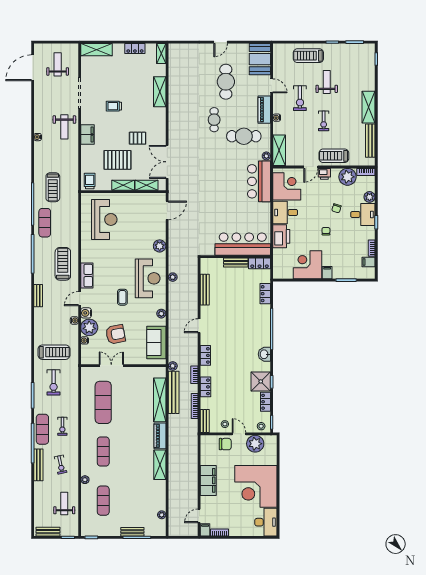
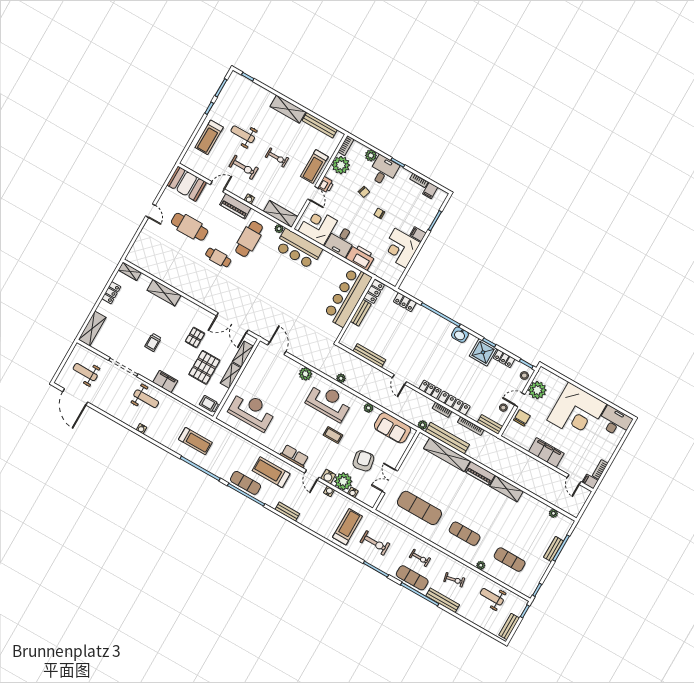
exercise mat: (45, 223) -> (245, 483), moved
locker: (205, 387) -> (454, 403), width x1.53

